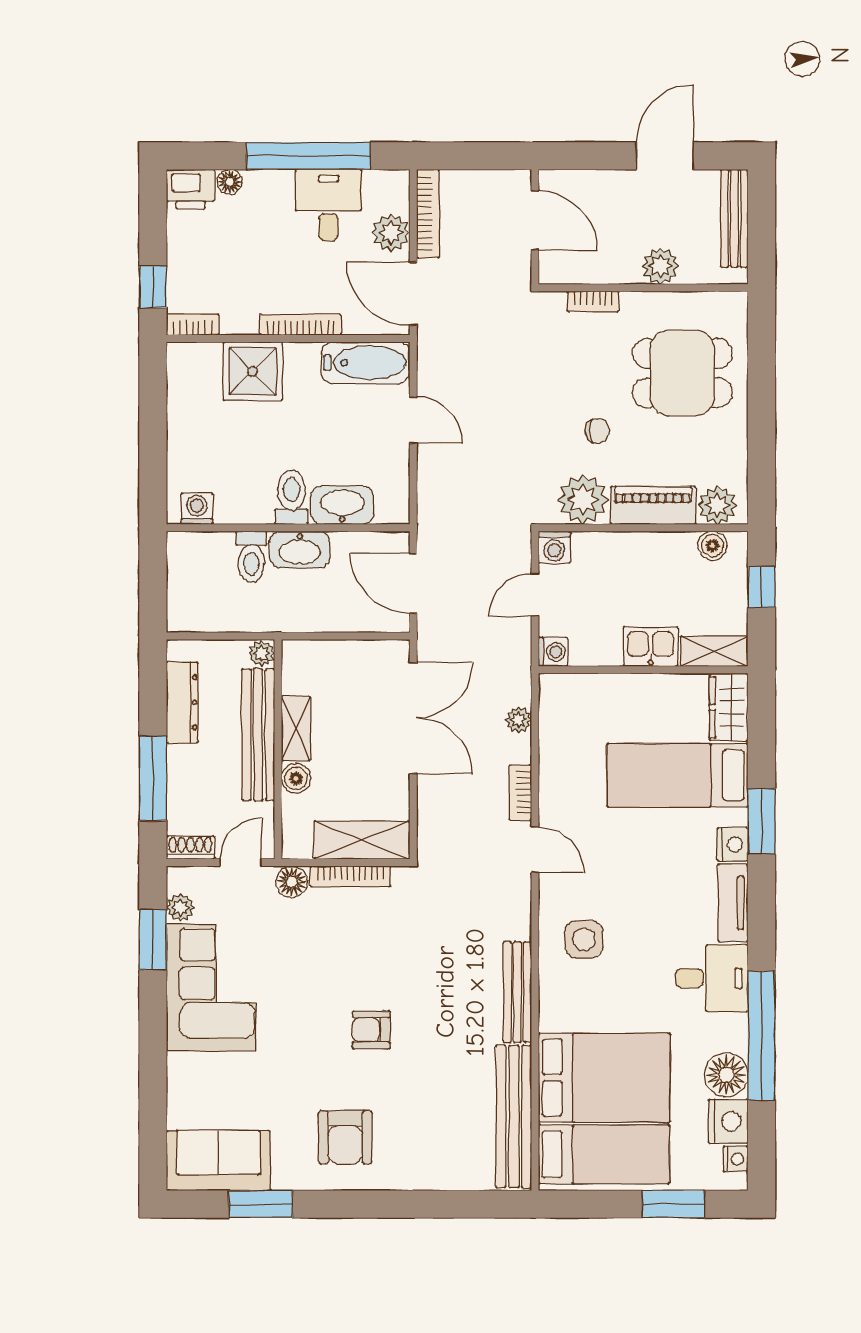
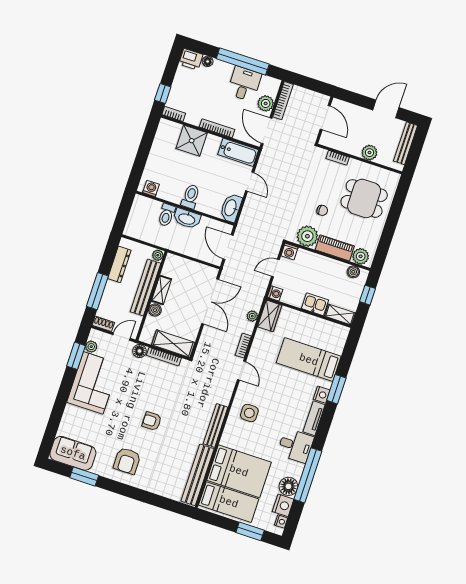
washbasin: (342, 505) -> (231, 208), moved, turned -90
wardrobe: (729, 707) -> (270, 316), moved, turned 180

